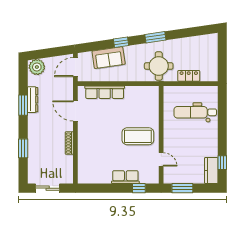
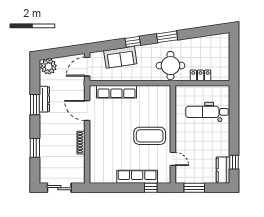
row of seats: (125, 177) -> (137, 177), width x1.48

